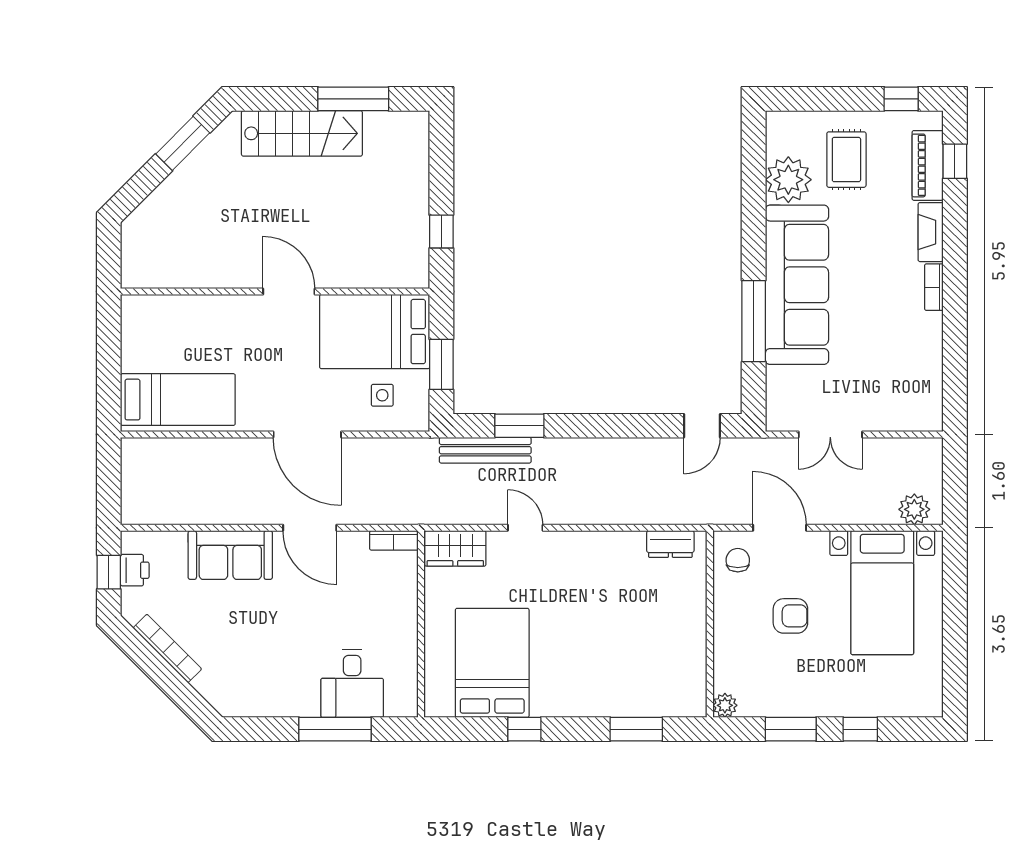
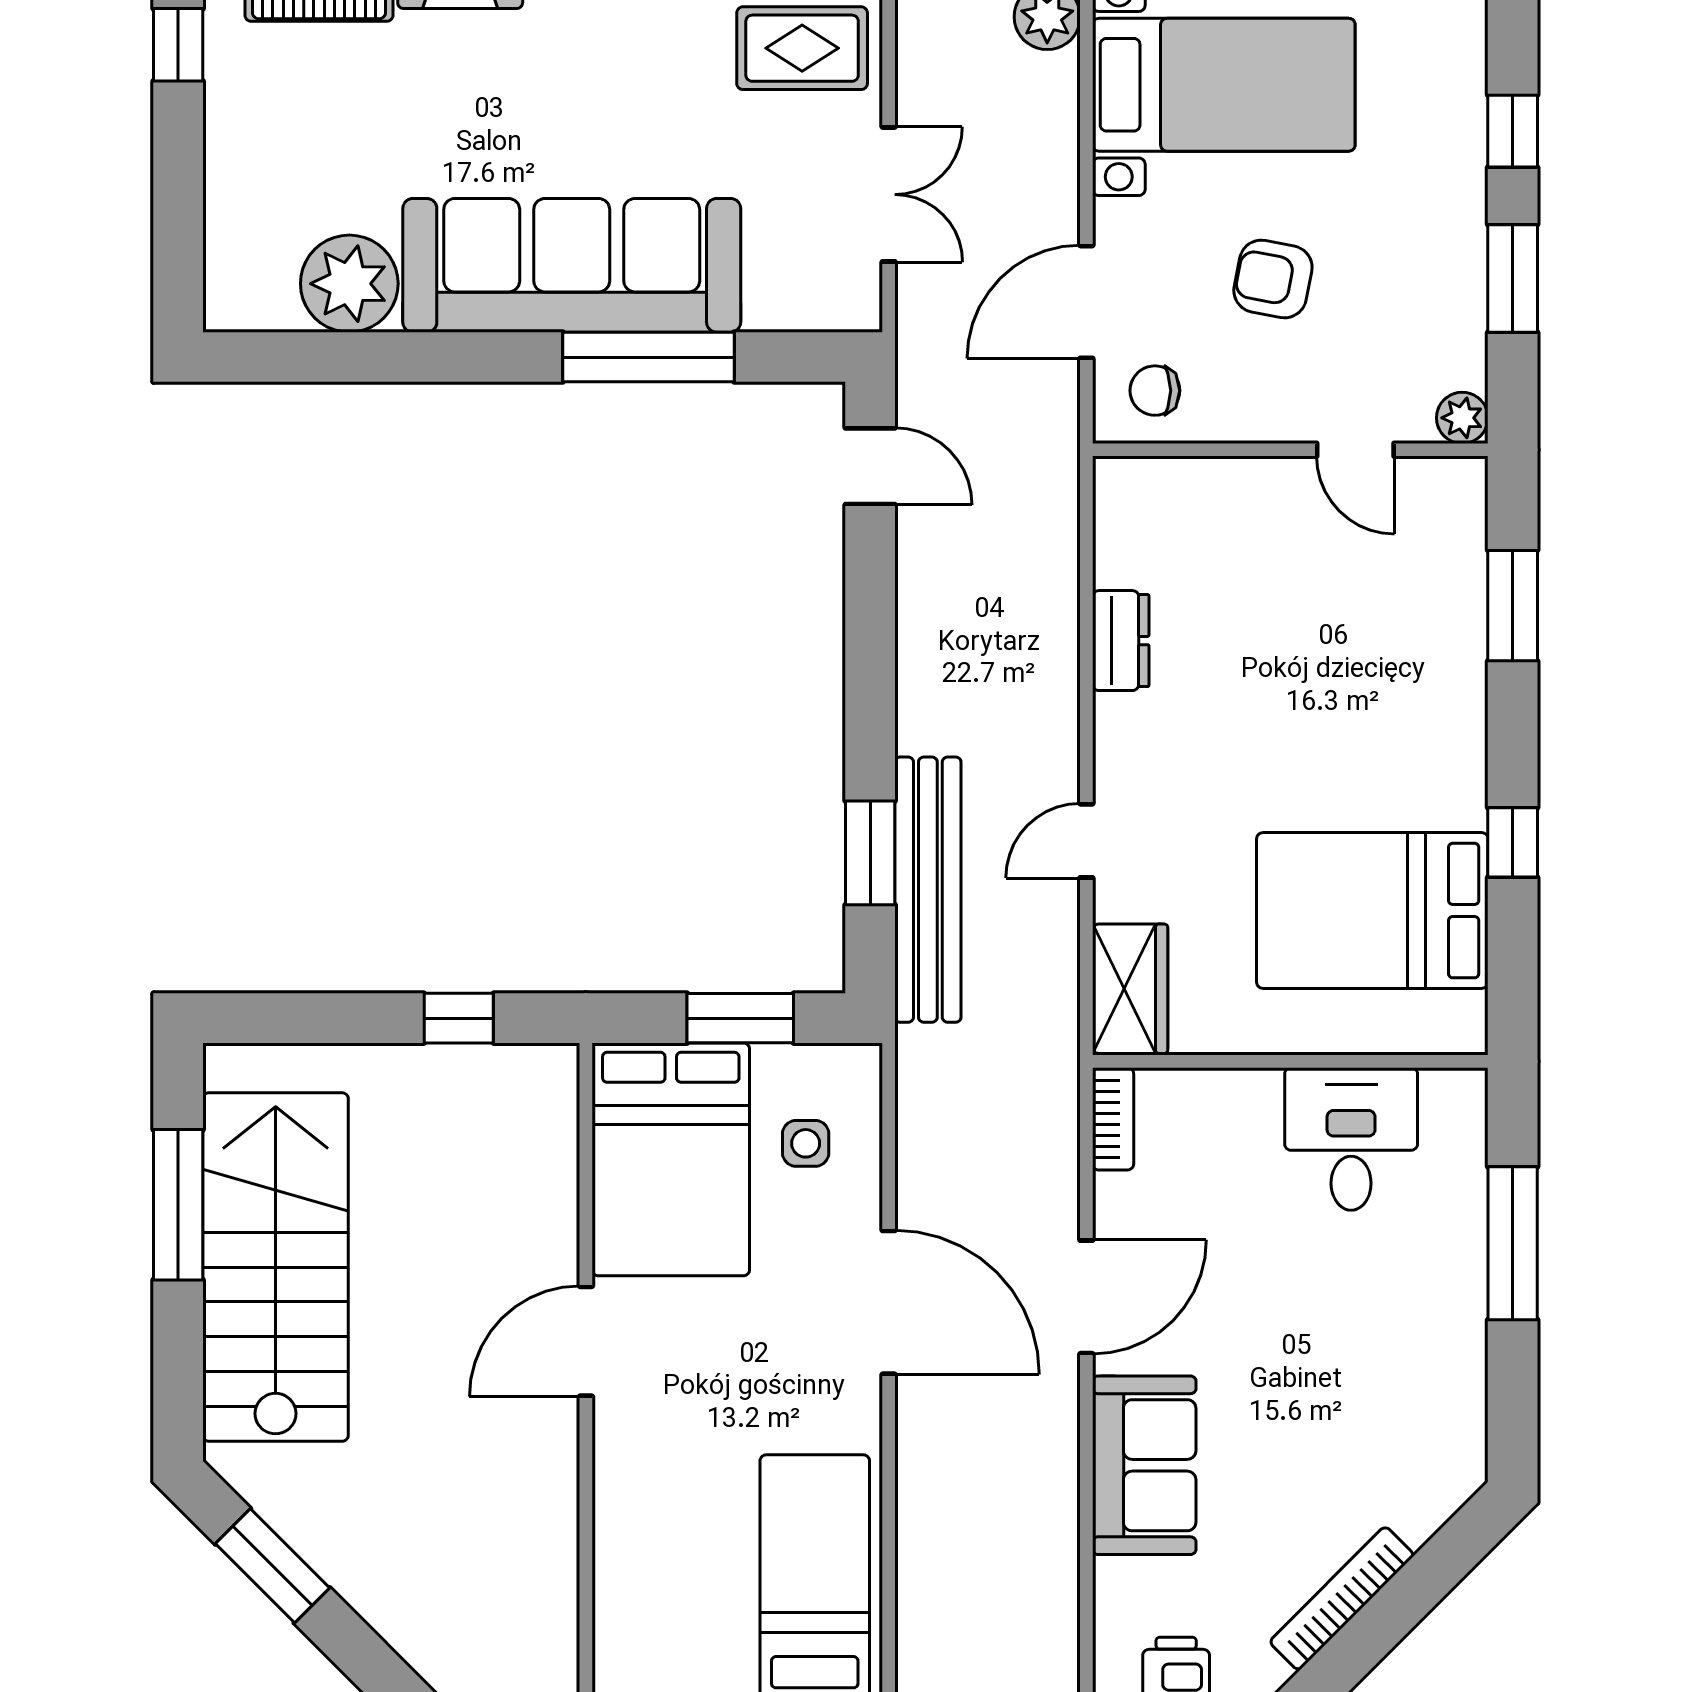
stairs: (302, 133) -> (276, 1267), width x1.36, depth x1.51
rug: (846, 160) -> (802, 48), moved
door: (307, 434) -> (889, 1302), hinge flipped
bench: (485, 450) -> (928, 890), width x1.37, depth x1.21
dresser: (670, 544) -> (1121, 641), moved
armchair: (790, 616) -> (1273, 279), turned -79
door: (710, 655) -> (1355, 450), added
desk: (352, 684) -> (1351, 1139), moved, turned -90

